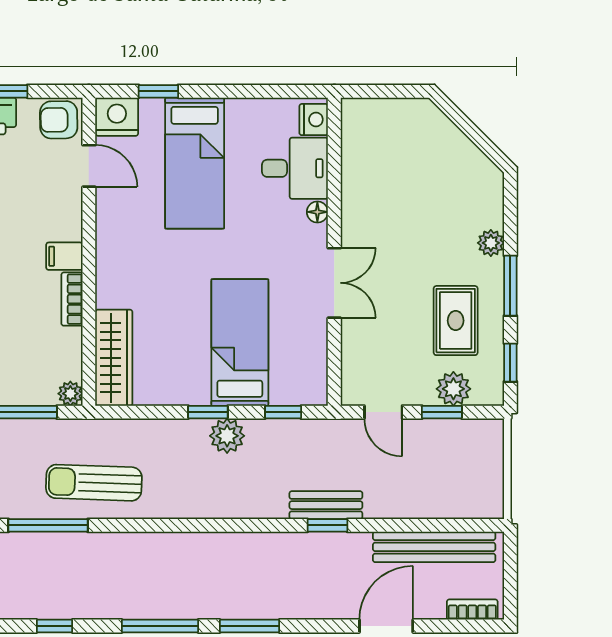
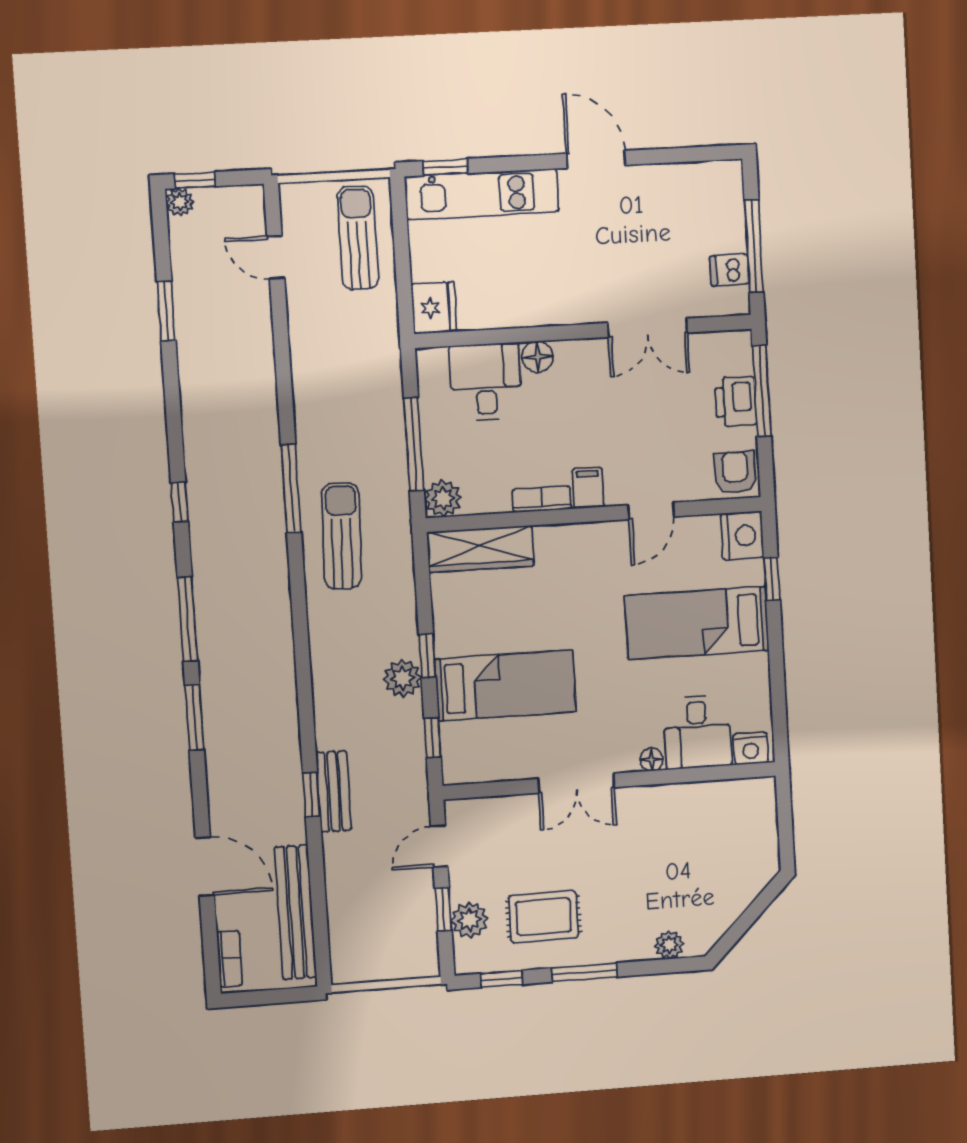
door: (89, 166) -> (651, 511), moved
plant: (491, 243) -> (669, 945), moved
plant: (70, 394) -> (443, 498), width x1.38, depth x1.38

